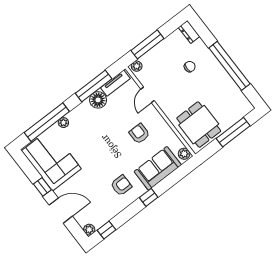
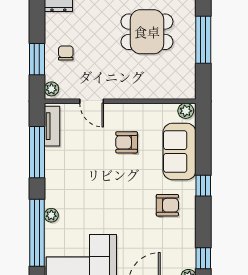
window: (147, 44) -> (37, 59), width x0.69
chair: (190, 67) -> (66, 53), moved
floor lamp: (98, 100) -> (56, 159), removed
dining table: (199, 125) -> (147, 32), moved
armchair: (121, 185) -> (167, 205), turned 90

